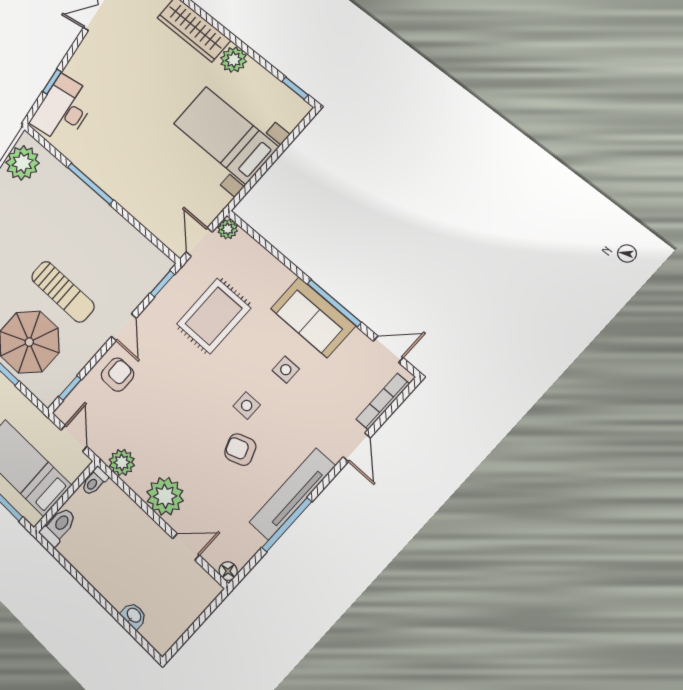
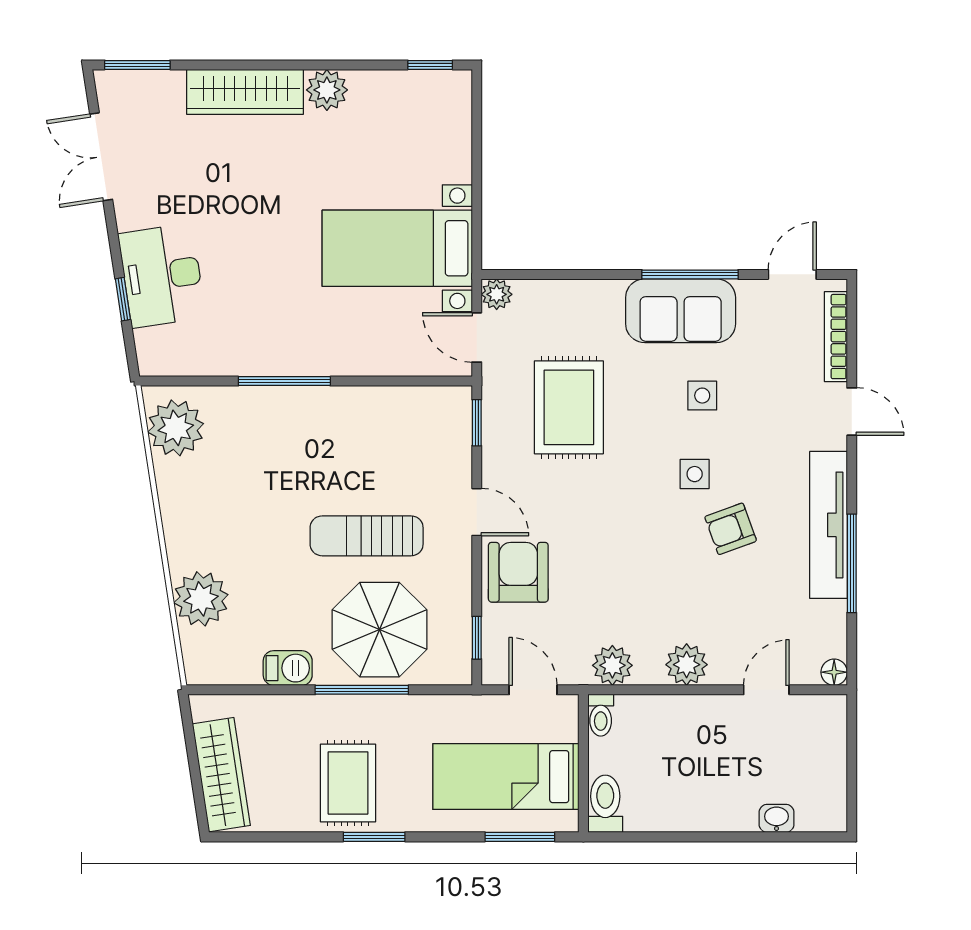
desk: (63, 109) -> (162, 276), moved
bed with nightstands: (226, 135) -> (397, 248), moved
sun lounger: (63, 292) -> (367, 536), turned 180
armchair: (118, 375) -> (518, 572), width x1.38, depth x1.38
plant: (165, 496) -> (687, 665), width x0.73, depth x0.73

